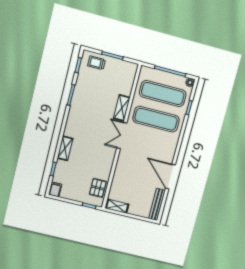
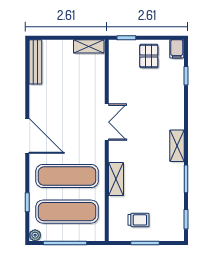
trolley: (97, 63) -> (138, 220), moved
double door: (122, 135) -> (107, 122), moved
shelving: (65, 148) -> (177, 146), moved
door: (170, 177) -> (27, 136), moved
pallet: (98, 188) -> (149, 56), moved

